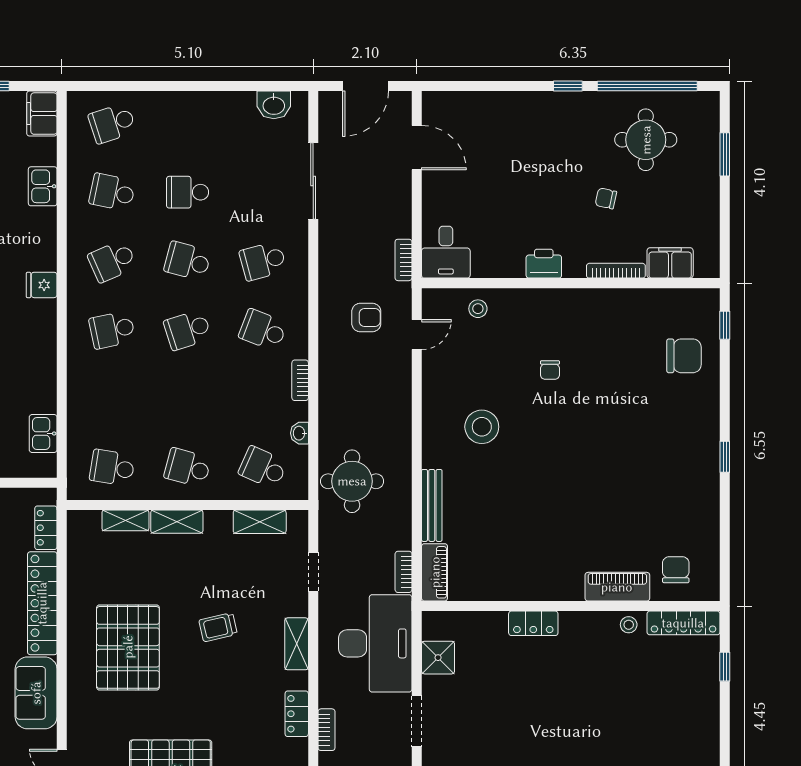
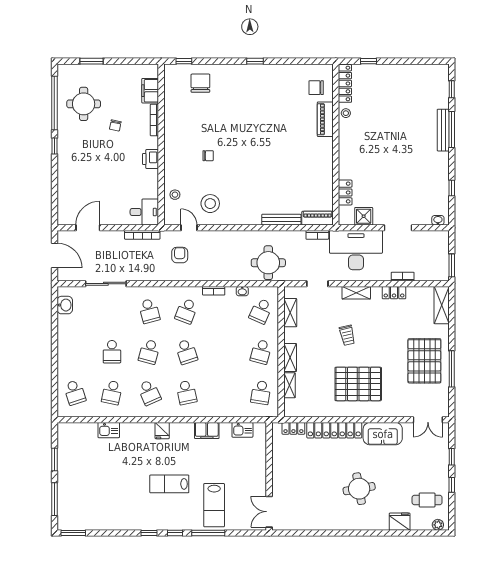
filing cabinet: (42, 114) -> (207, 431), moved
bookcase: (403, 260) -> (142, 235), width x1.56
stool: (482, 427) -> (210, 204), moved
locker: (533, 623) -> (345, 193), moved

